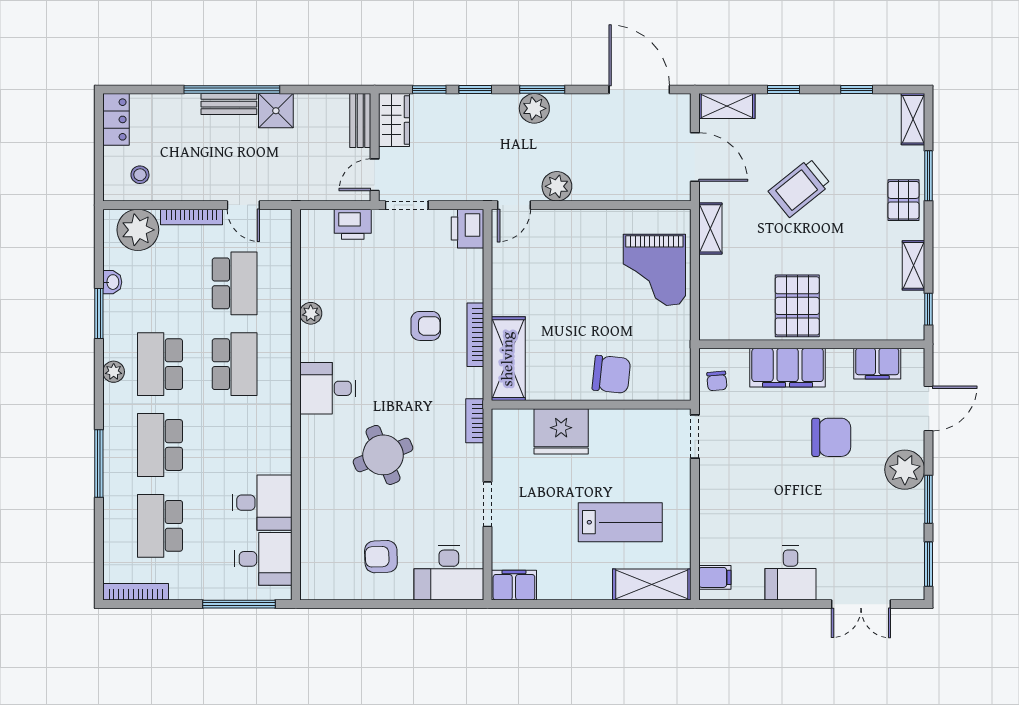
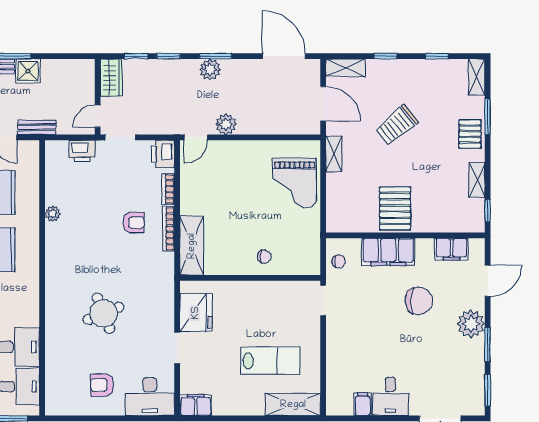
bench: (360, 121) -> (37, 127), moved, turned 90
chair: (611, 374) -> (264, 257), width x0.54, depth x0.54
chair: (717, 381) -> (339, 261), turned -85
desk: (328, 388) -> (65, 266), removed
bookcase: (475, 421) -> (168, 189), moved
fridge: (561, 431) -> (196, 313), moved, turned -90
filing cabinet: (715, 577) -> (363, 404), moved, turned -90

